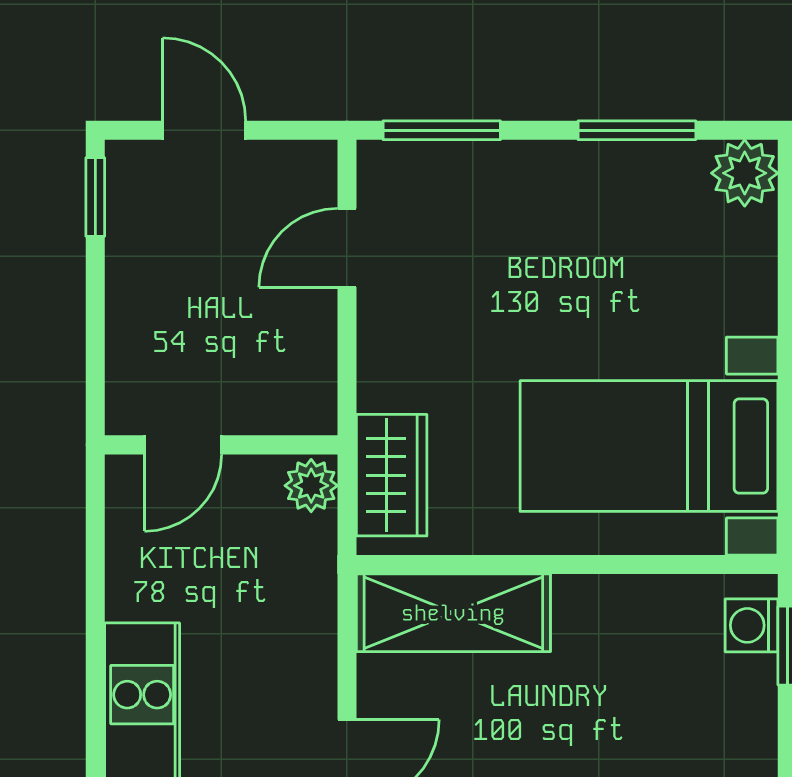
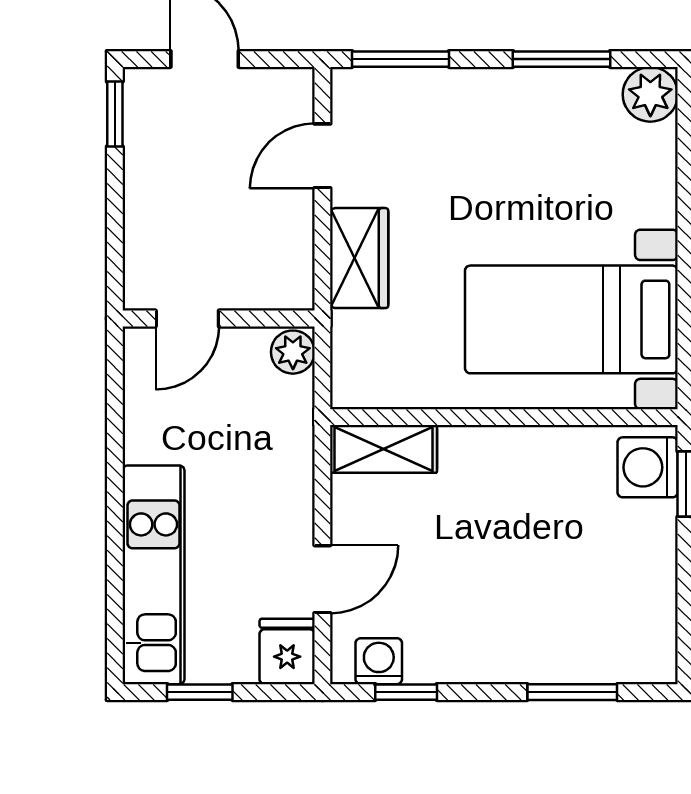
wardrobe: (392, 475) -> (359, 258), moved
shelving: (453, 613) -> (383, 449), width x0.67, depth x0.75
washing machine: (751, 625) -> (648, 467), width x1.38, depth x1.38

